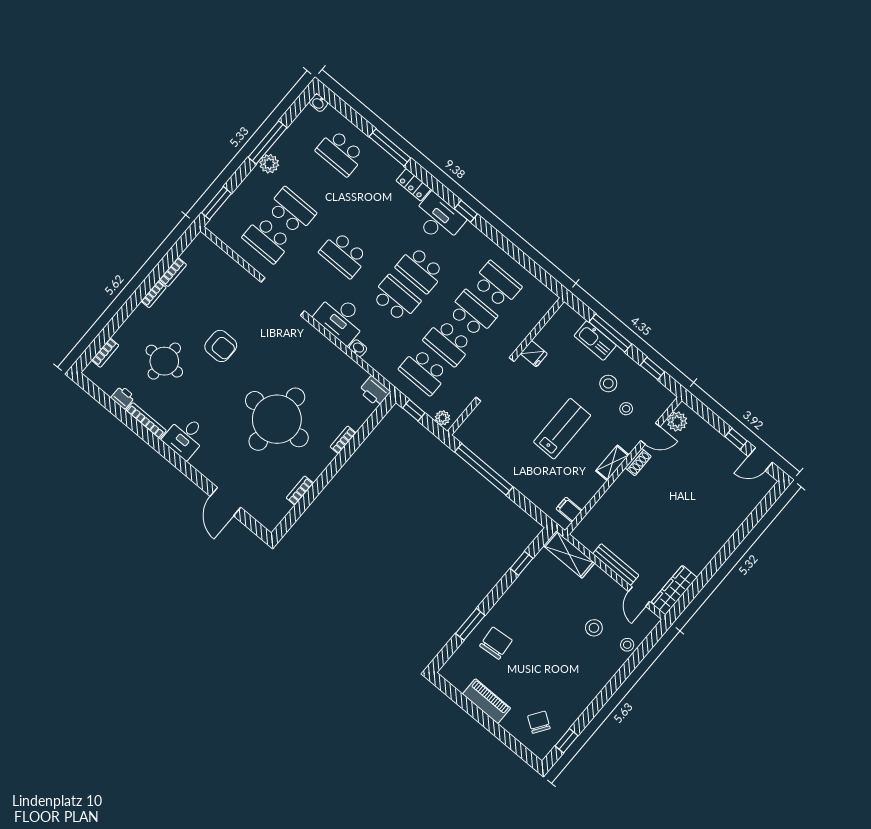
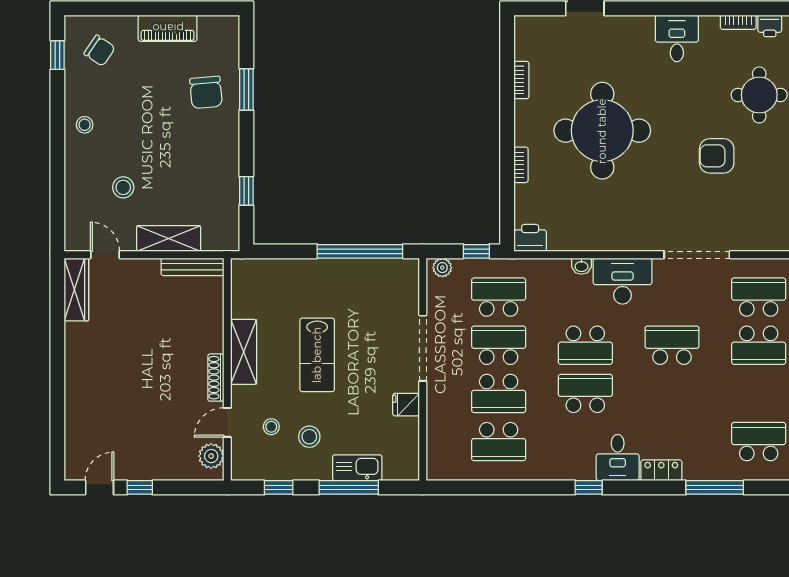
desk: (438, 219) -> (618, 458), width x0.73
bookcase: (146, 421) -> (738, 22), width x0.64
shoe rack: (638, 462) -> (216, 378), width x1.43
shelving: (612, 463) -> (244, 352), width x1.50, depth x1.33
filing cabinet: (569, 510) -> (244, 282), removed
shelving: (569, 554) -> (169, 238), moved
bench: (616, 565) -> (192, 267), moved
stool: (627, 645) -> (85, 125), moved

